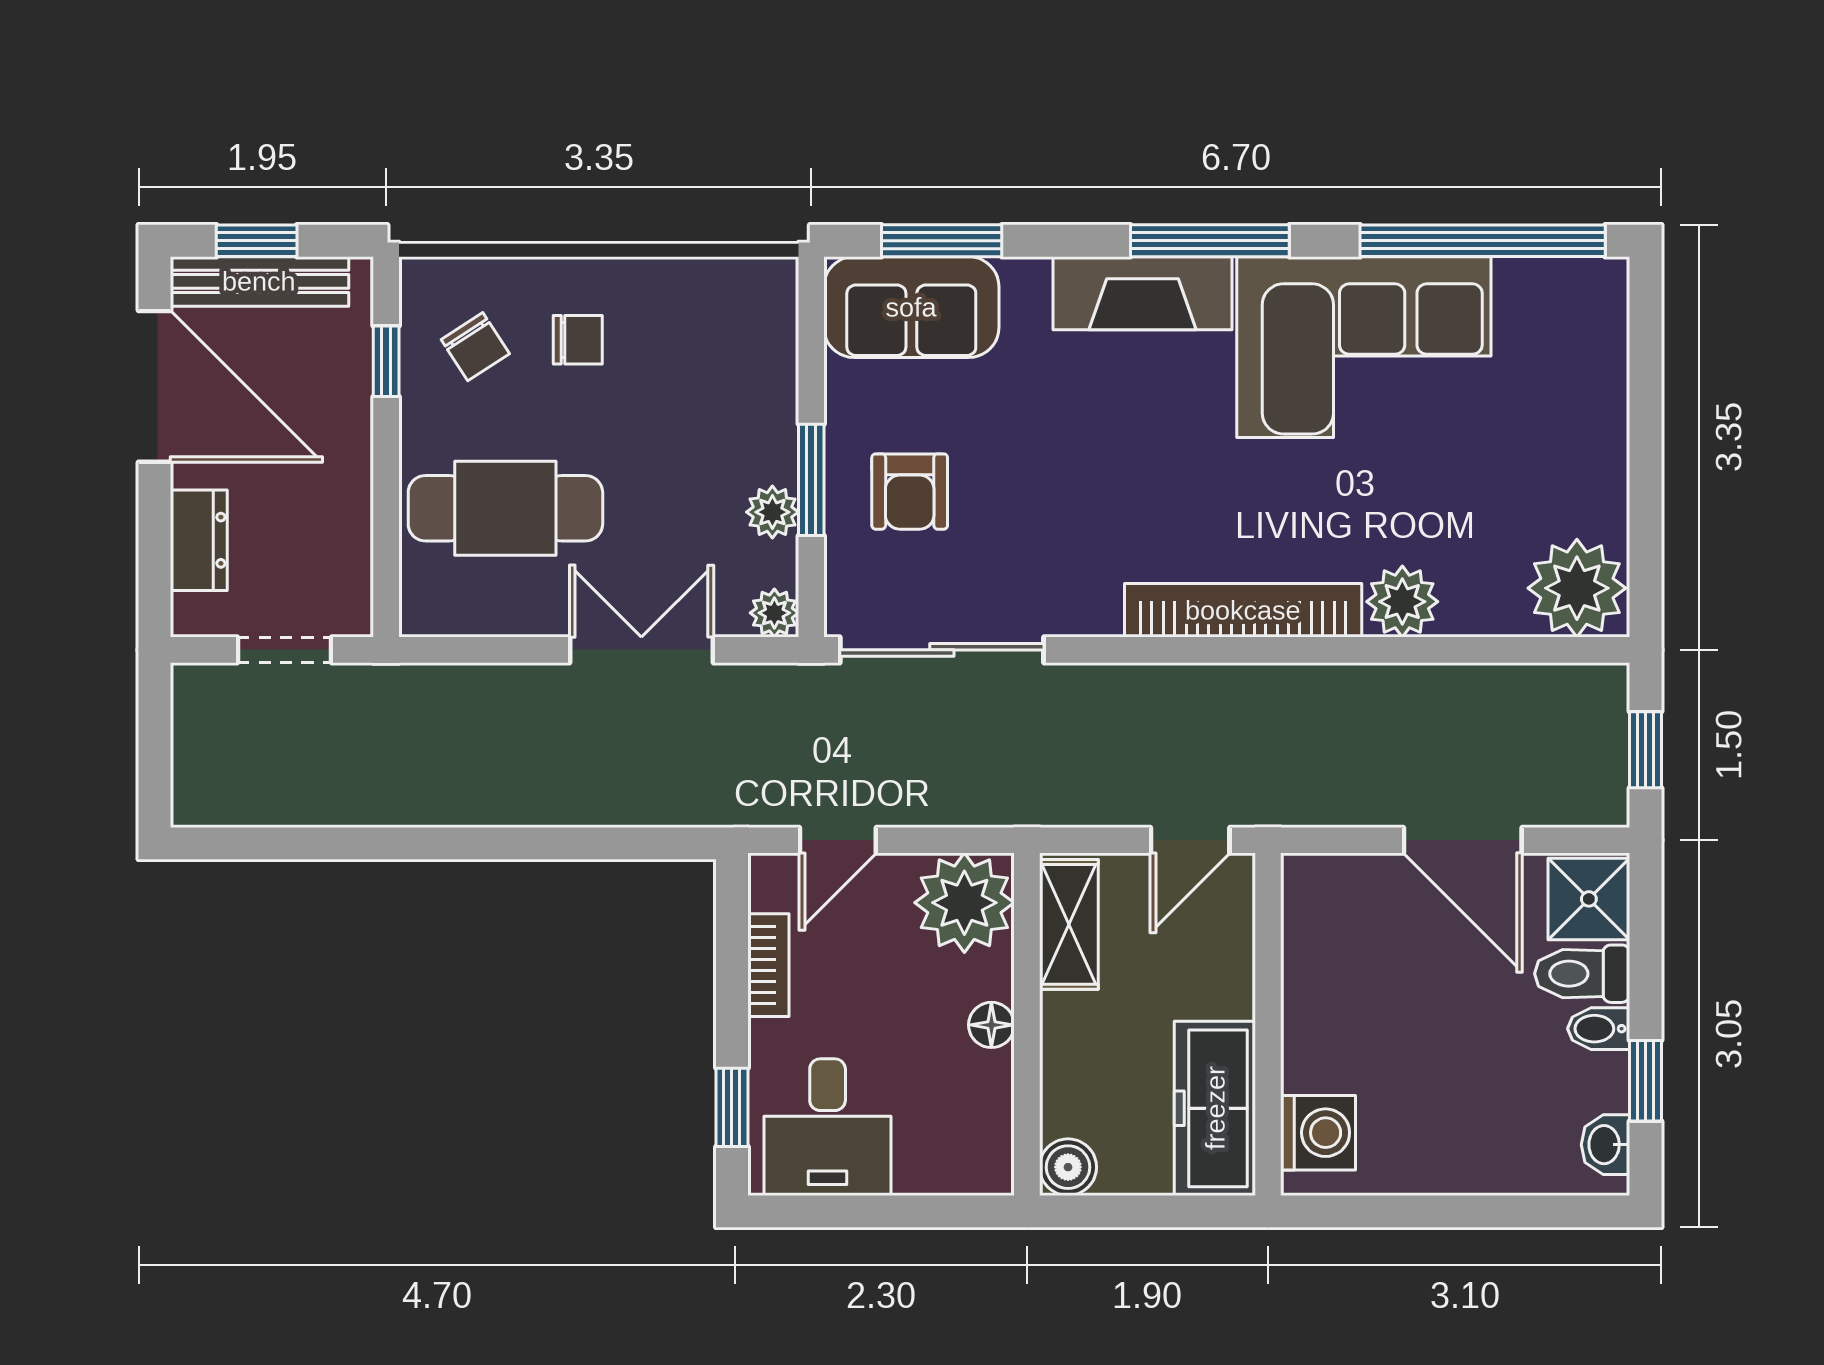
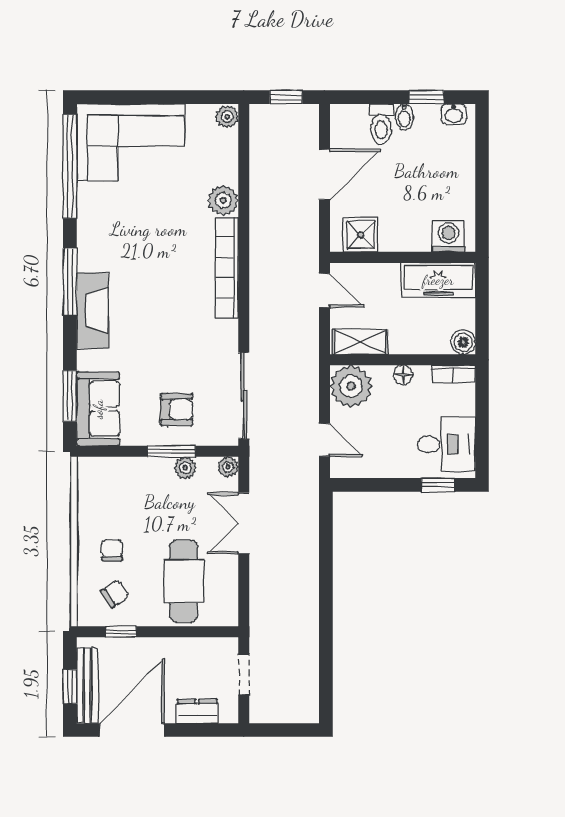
corner sofa: (1364, 347) -> (131, 142), moved, turned 90
plant: (1577, 588) -> (227, 117), width x0.53, depth x0.53
shower: (1589, 899) -> (361, 235), moved
bookcase: (768, 965) -> (453, 374), moved, turned 180

